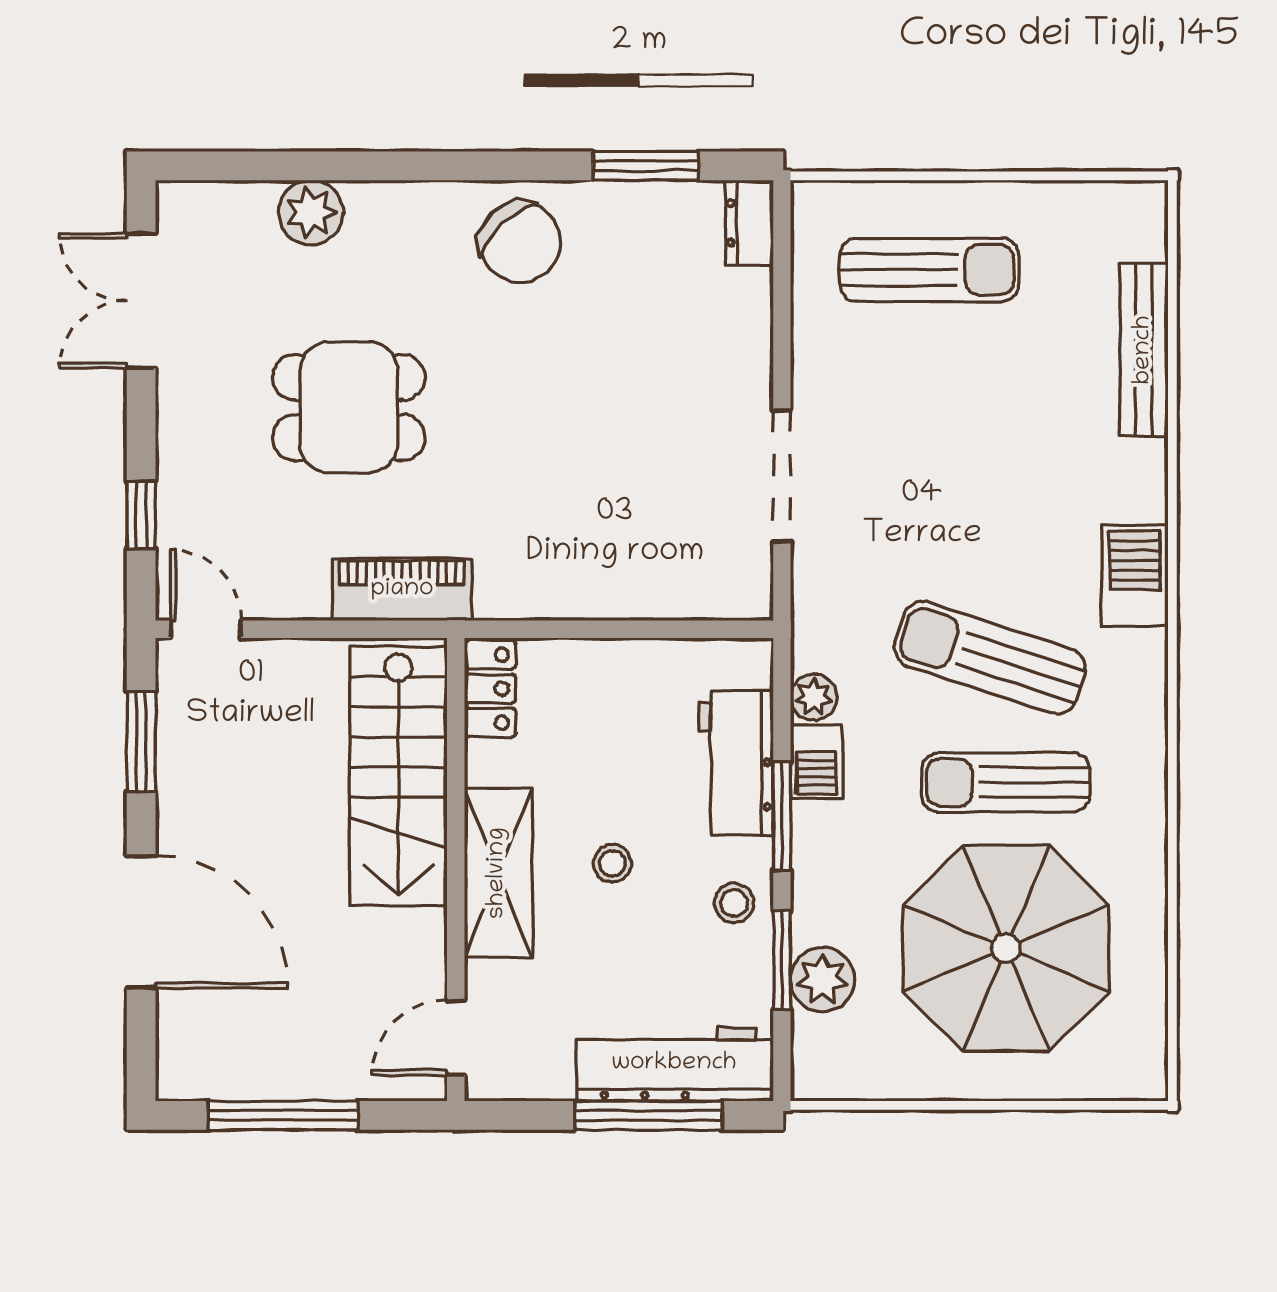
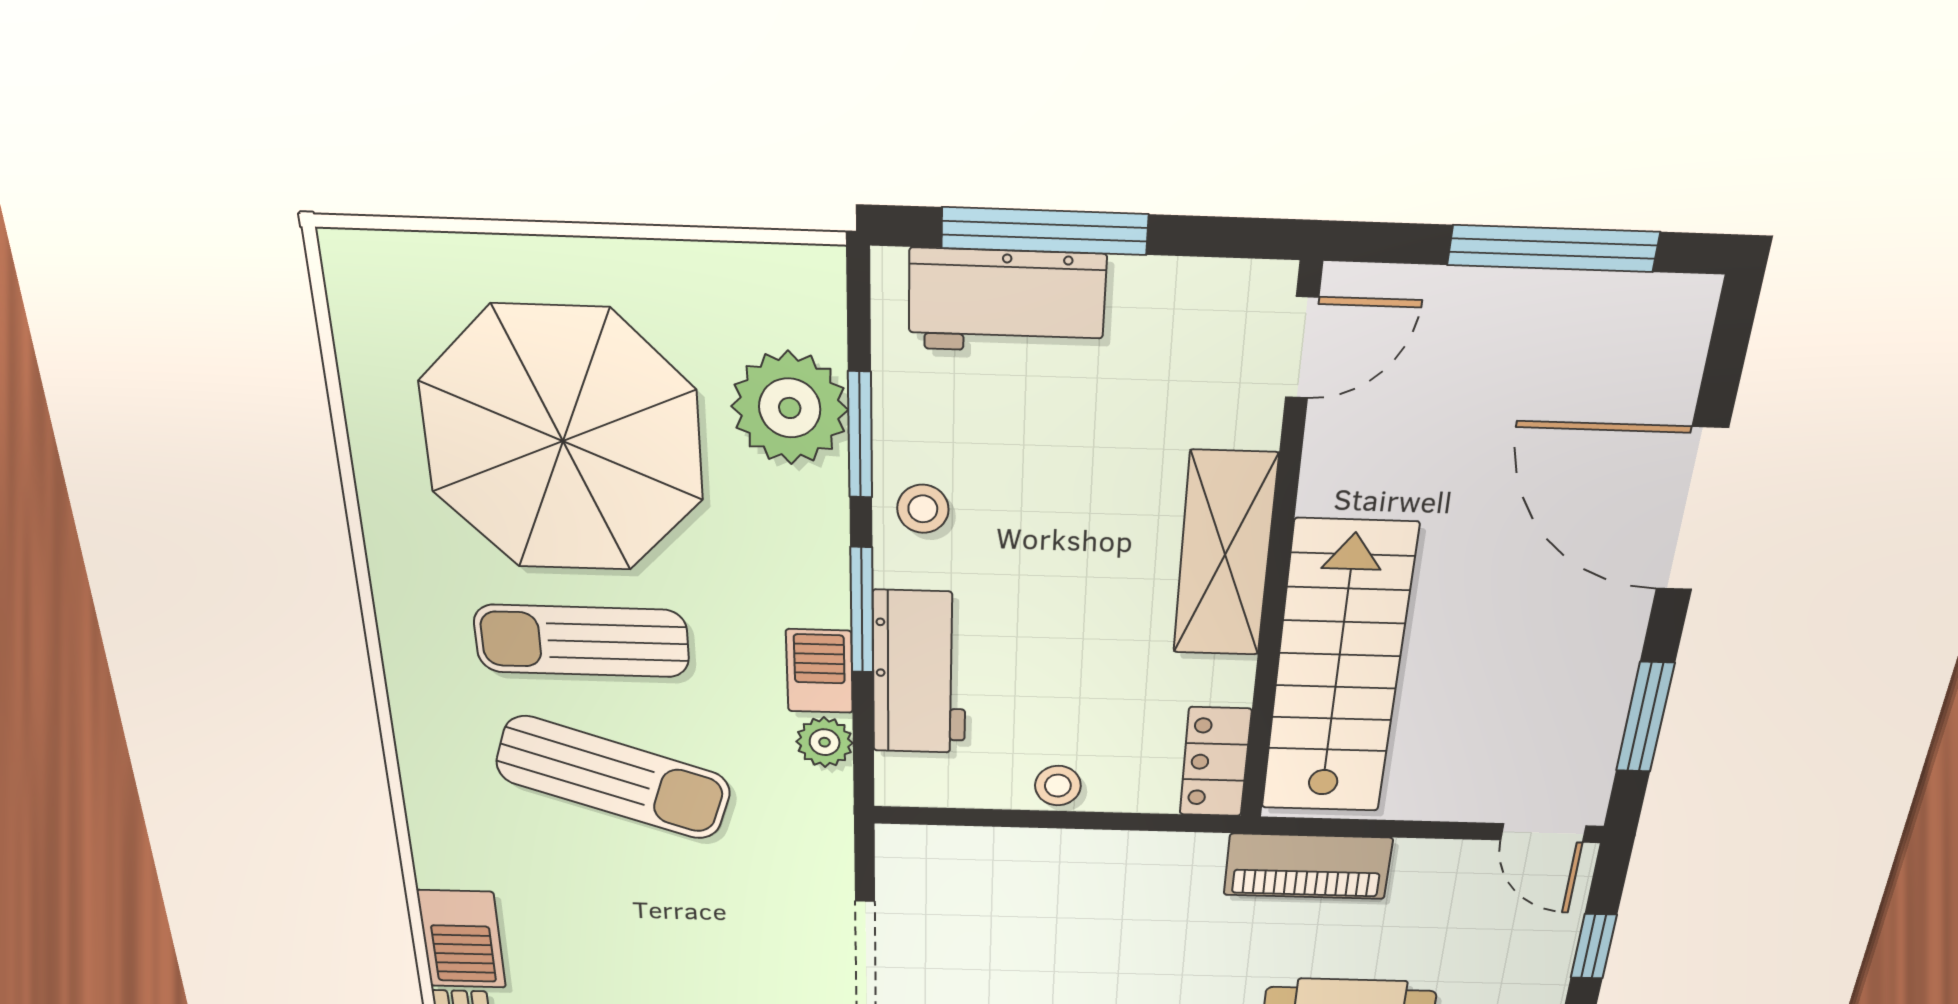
barbecue: (1135, 576) -> (462, 939), moved
sun lounger: (1006, 782) -> (582, 641), turned 180
stool: (612, 863) -> (1058, 786), moved
plant: (823, 980) -> (790, 408), width x1.36, depth x1.36
workbench: (674, 1064) -> (1007, 301), width x0.73

